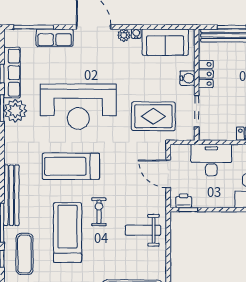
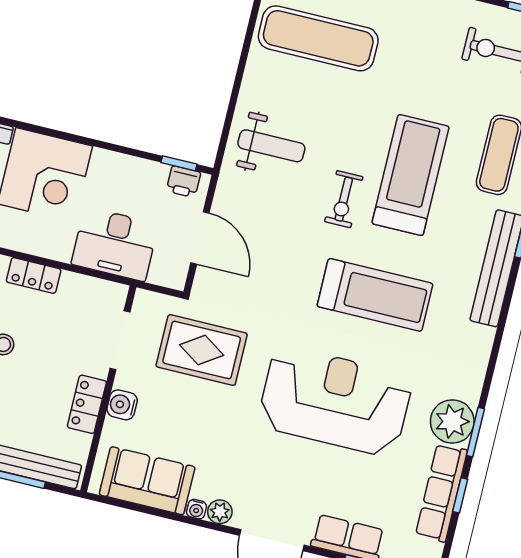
treadmill: (68, 233) -> (411, 175), turned 180

